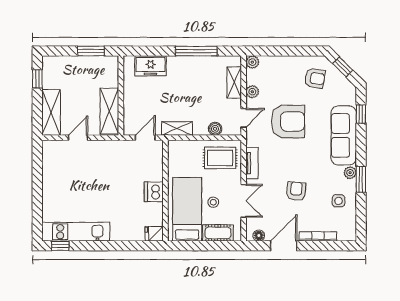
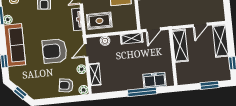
window: (91, 51) -> (210, 85), moved
window: (196, 51) -> (142, 92), moved
armchair: (315, 78) -> (66, 86), moved

